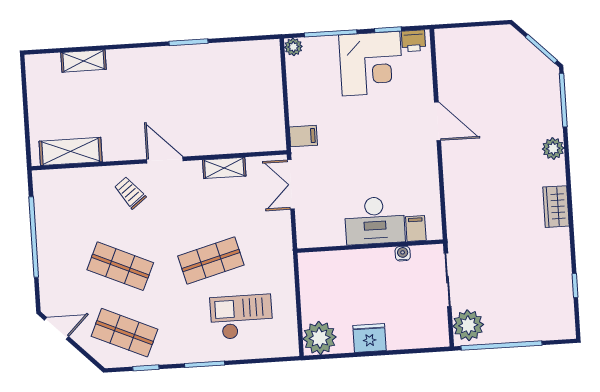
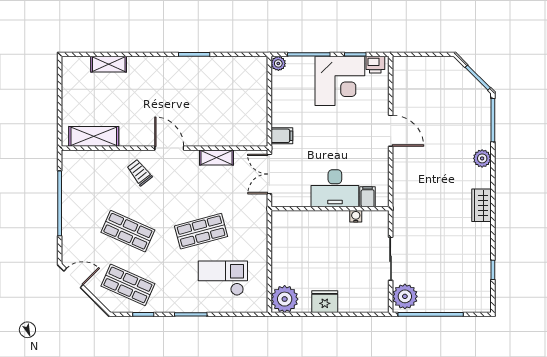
desk: (375, 221) -> (335, 188), moved
filing cabinet: (416, 229) -> (368, 197), moved
wall: (370, 246) -> (330, 209), moved
water cooler: (403, 254) -> (356, 216), moved

